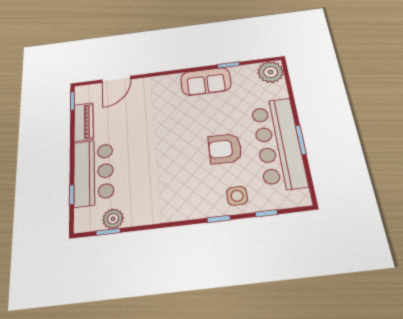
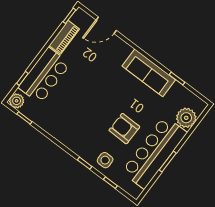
plant: (271, 72) -> (186, 118), moved
sofa: (206, 81) -> (149, 73), width x1.36
plant: (113, 219) -> (17, 101), moved

